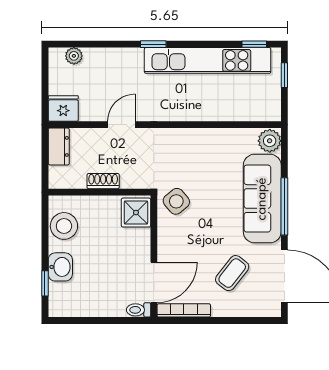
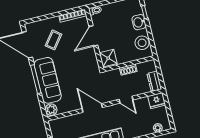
door: (121, 125) -> (126, 100), hinge flipped
door: (190, 125) -> (92, 108), added
side table: (176, 201) -> (90, 69), removed
door: (154, 282) -> (93, 36), moved

